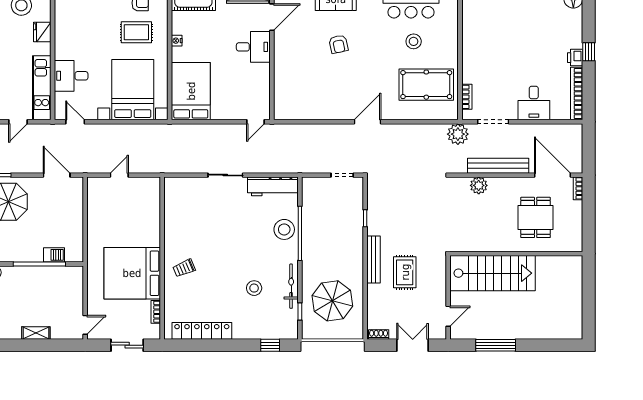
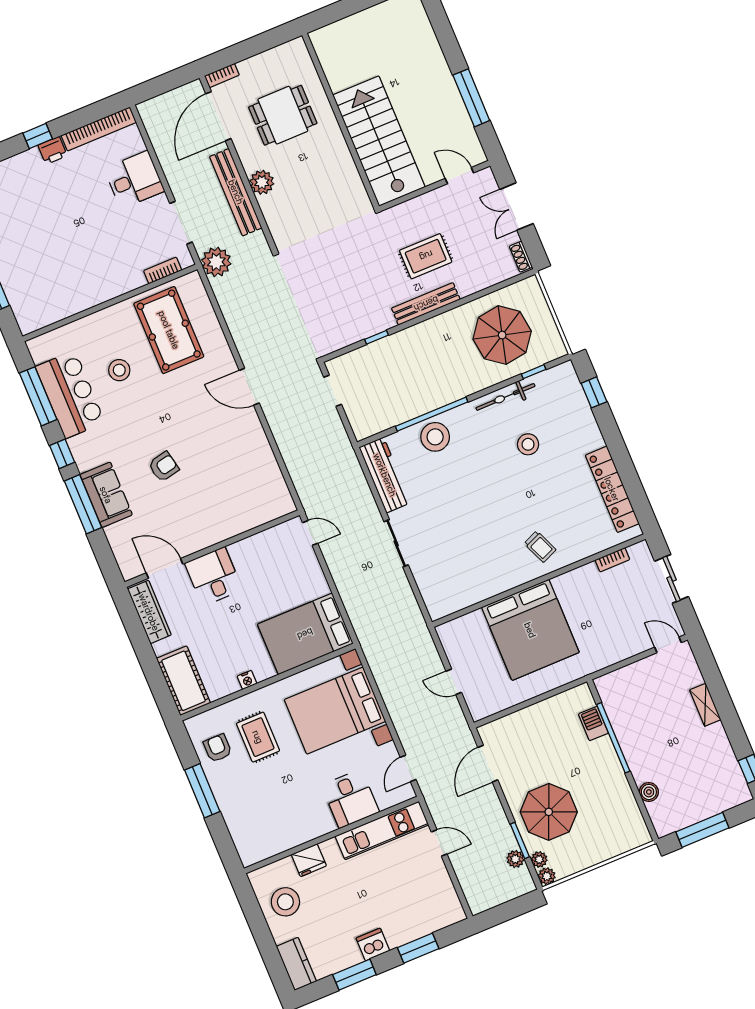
plant: (479, 185) -> (262, 182), moved
bed: (132, 273) -> (530, 630), moved

